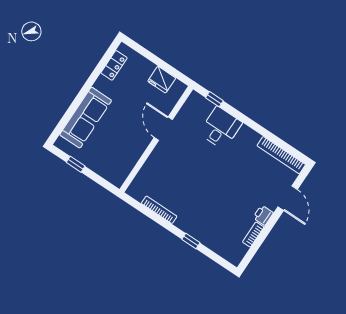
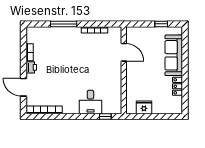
locker: (114, 65) -> (177, 86), moved
door: (163, 129) -> (124, 52), moved
window: (191, 241) -> (64, 24), width x2.17

